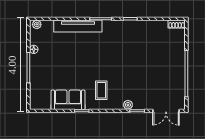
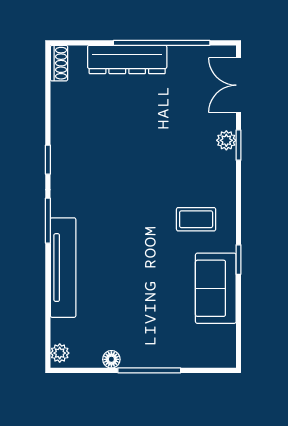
dresser: (178, 57) -> (127, 60), added
plant: (128, 105) -> (226, 140), moved
double door: (166, 111) -> (238, 85), swing flipped

